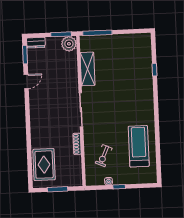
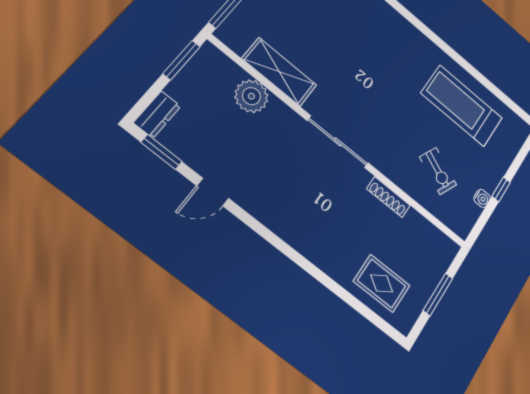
plant: (69, 44) -> (251, 96), moved
door: (26, 82) -> (213, 192), swing flipped
rug: (44, 165) -> (382, 283), width x0.73, depth x0.70

